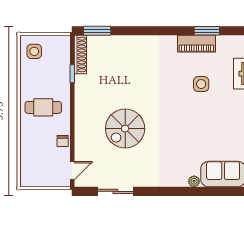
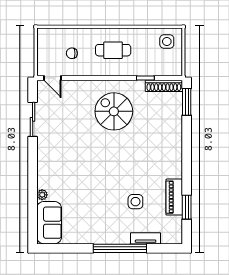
cafe table: (43, 107) -> (113, 50), turned 90
spiral stairs: (125, 129) -> (114, 111), moved
chair: (63, 141) -> (72, 53), moved

